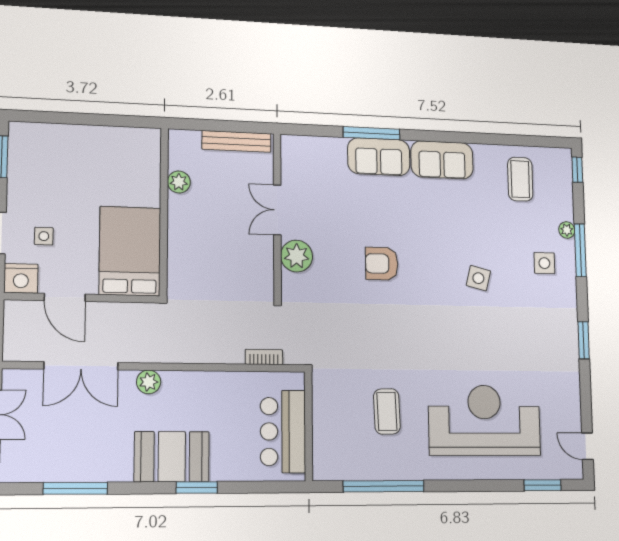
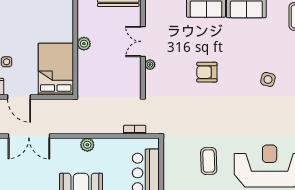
plant: (179, 182) -> (84, 44), moved
plant: (297, 256) -> (150, 65), width x0.53, depth x0.53
plant: (149, 382) -> (87, 145), moved

